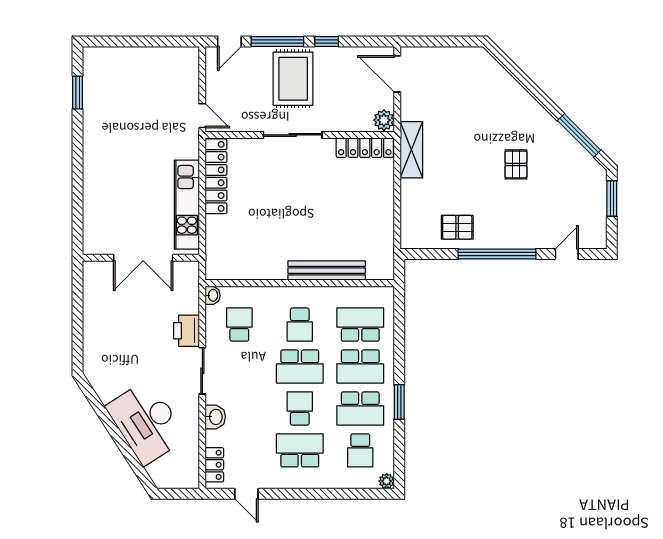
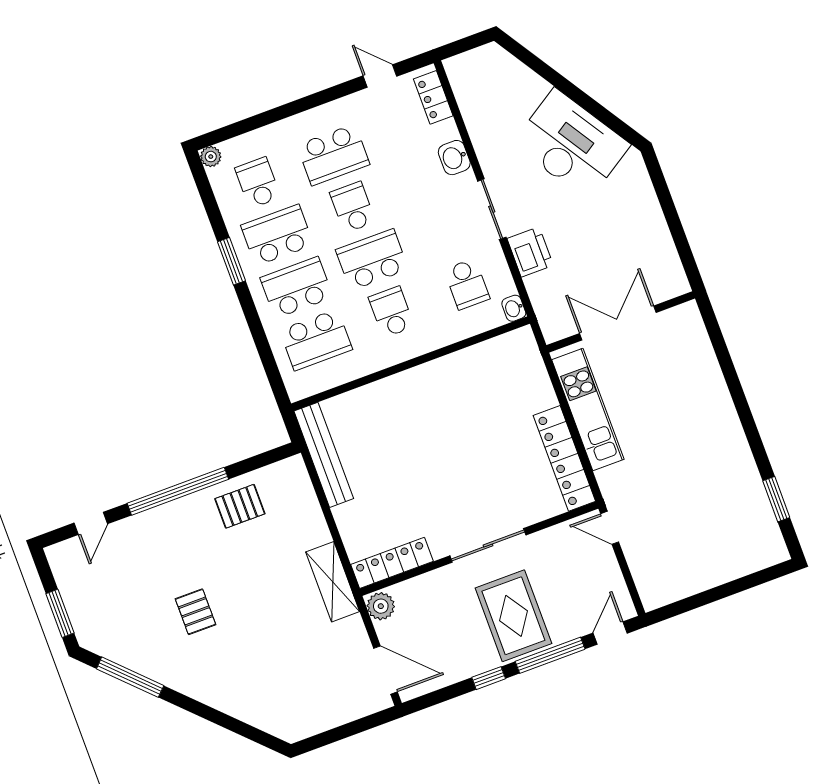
bench: (327, 271) -> (324, 455), moved, turned 90
school desk: (300, 408) -> (353, 207), turned 180
desk: (146, 422) -> (571, 144), moved

